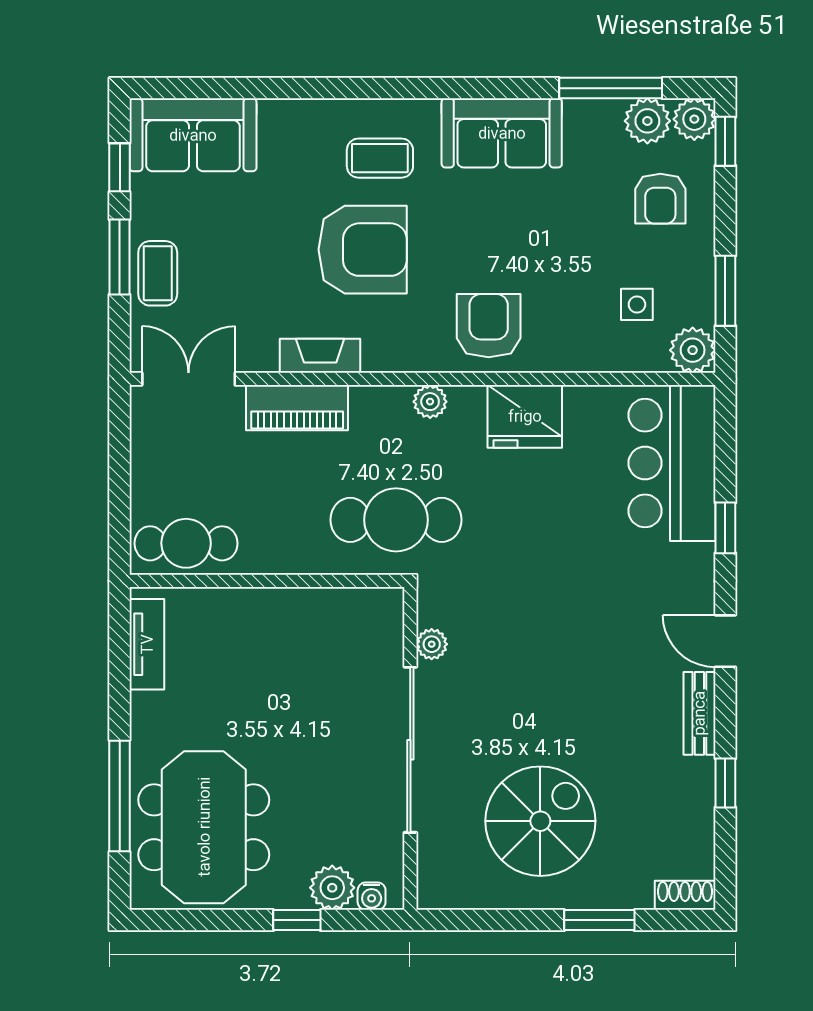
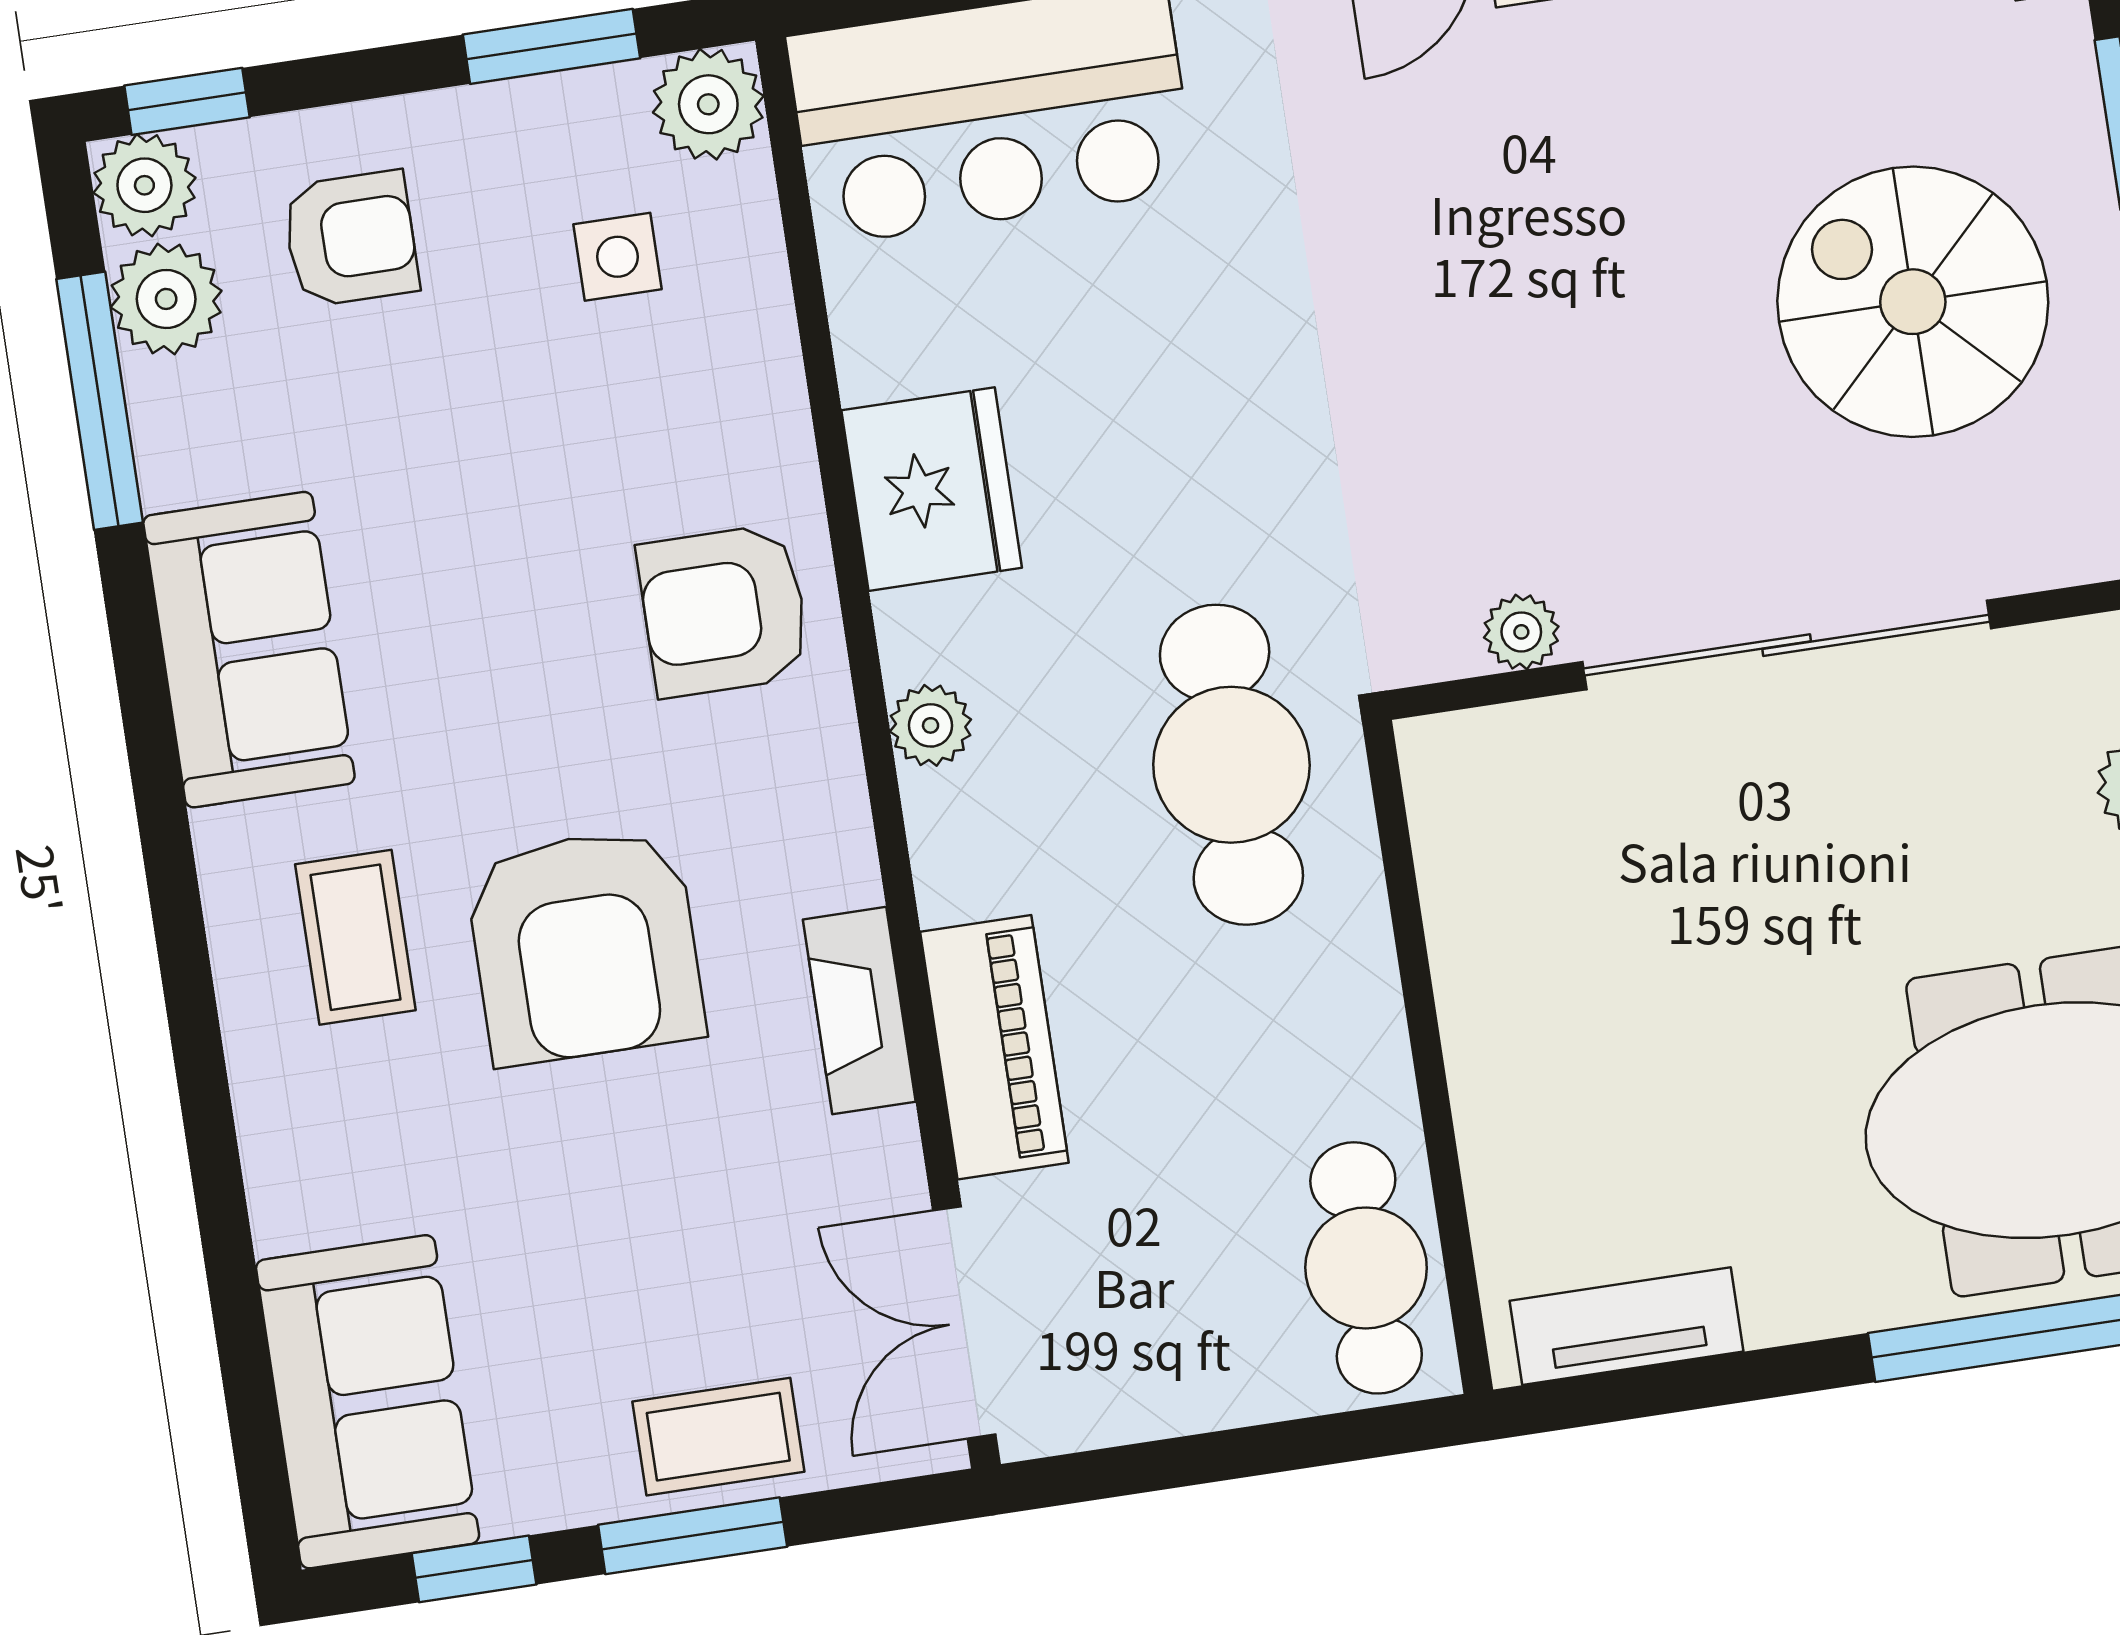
armchair: (363, 250) -> (585, 946), turned 180

